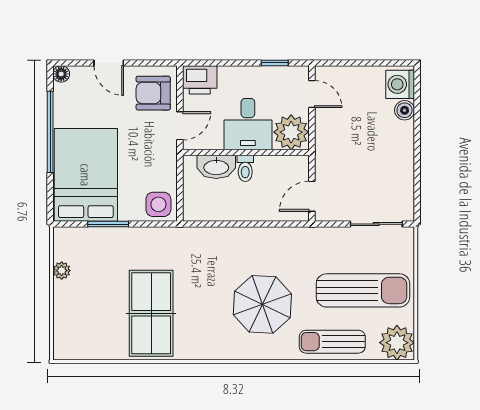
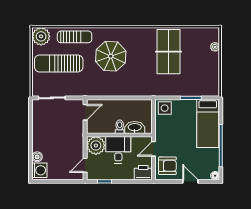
door: (312, 94) -> (85, 165), hinge flipped
bed: (86, 175) -> (208, 123), width x0.67
plant: (62, 271) -> (215, 47), moved

